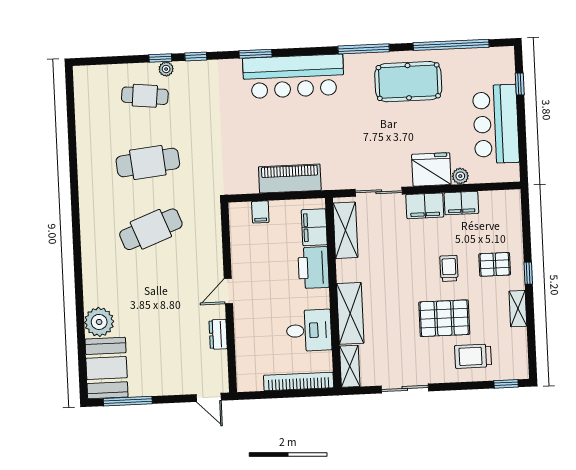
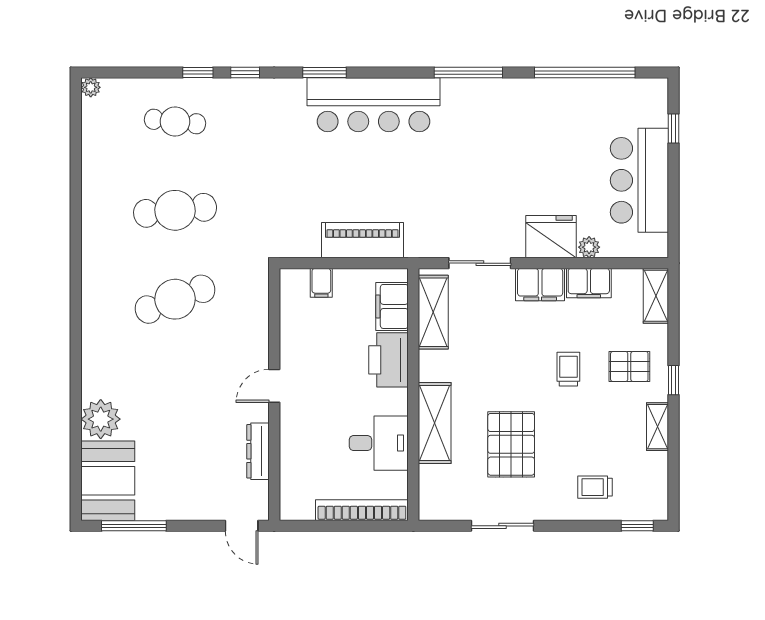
plant: (166, 69) -> (91, 87), moved
pool table: (408, 82) -> (526, 119), removed
pallet: (444, 318) -> (511, 444), moved, turned 90
dresser: (218, 334) -> (258, 451), width x1.44
trolley: (473, 356) -> (595, 487), width x0.73, depth x0.72
shelving: (350, 366) -> (656, 296), moved

